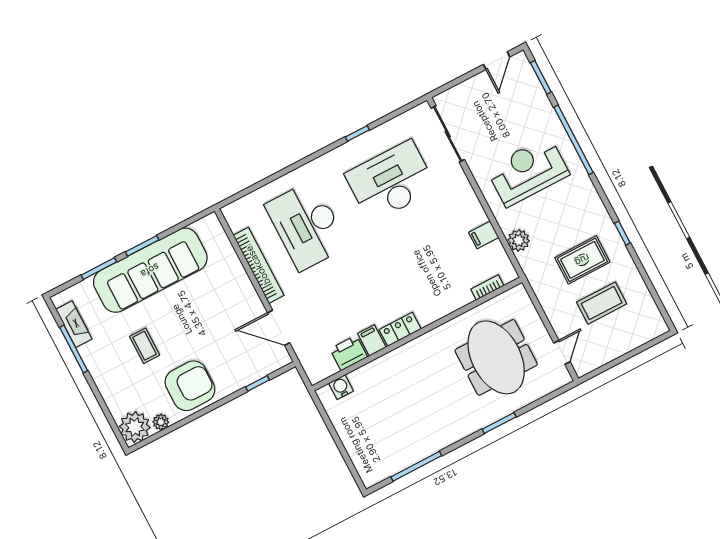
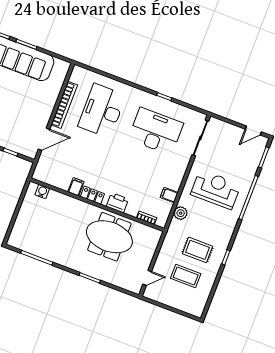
door: (279, 328) -> (44, 139), swing flipped
printer: (349, 353) -> (117, 203), moved
meeting table: (496, 357) -> (109, 237), moved, turned 90

